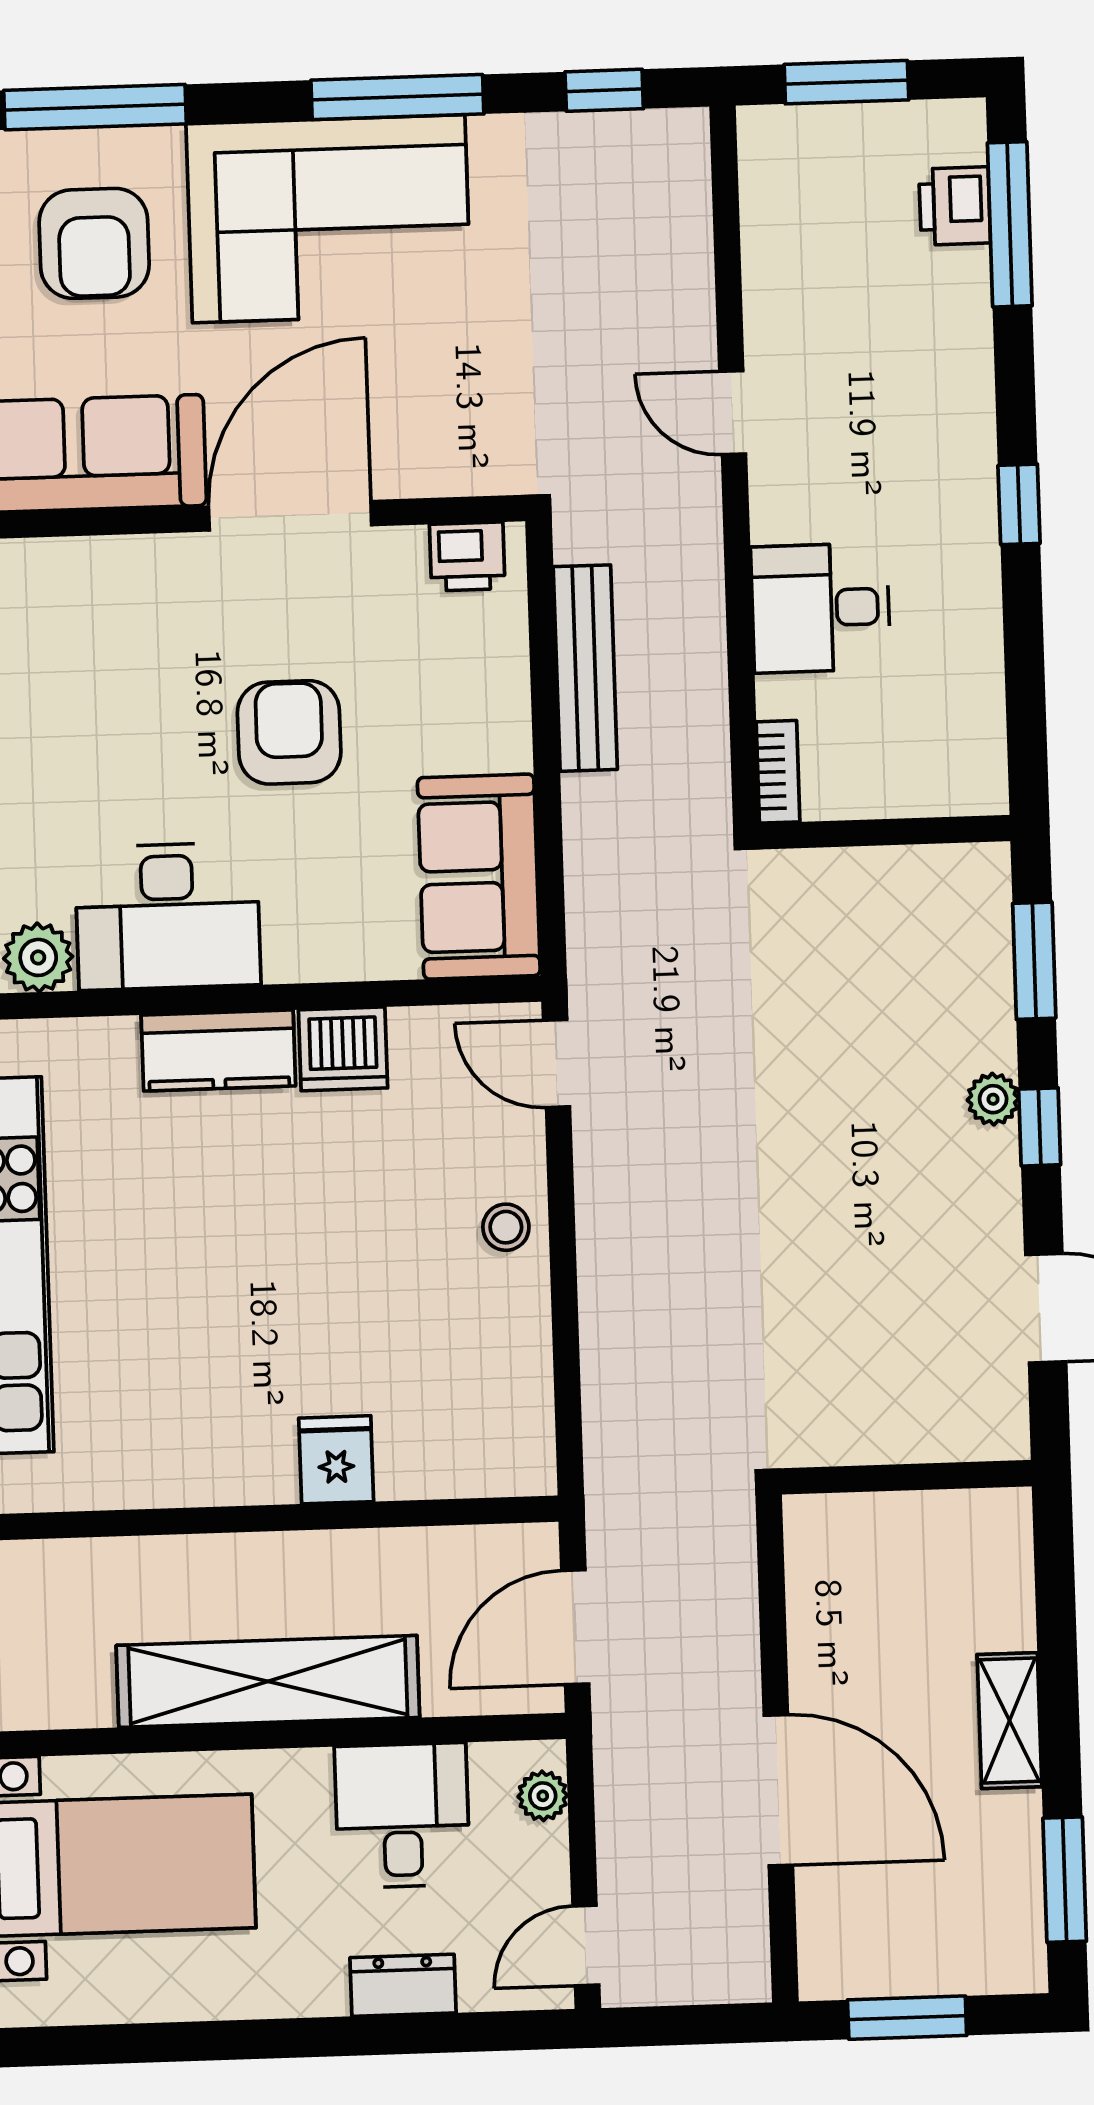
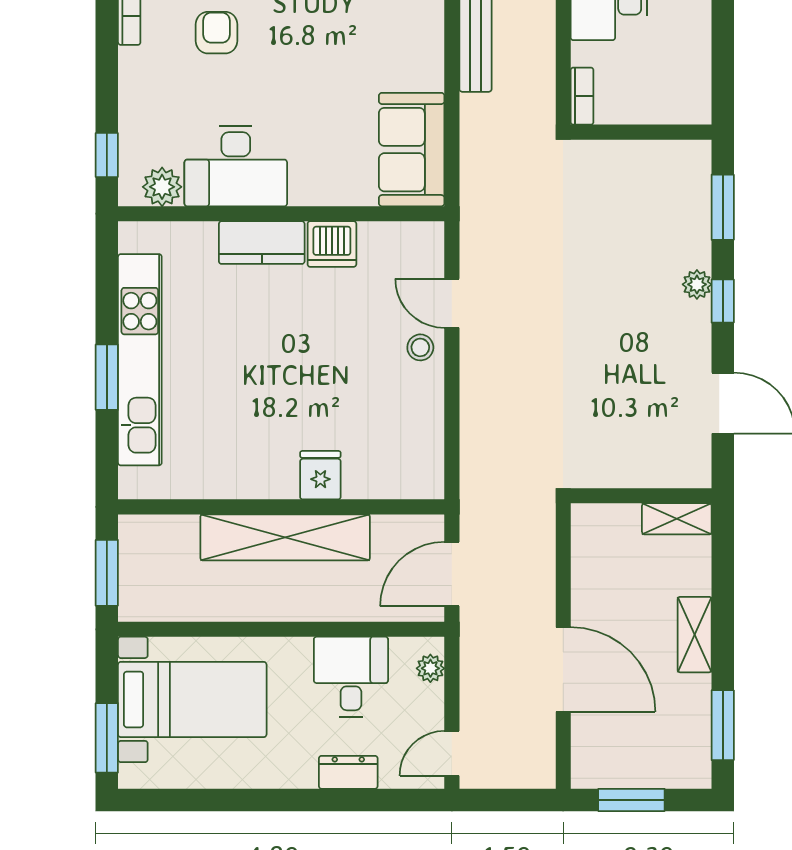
armchair: (289, 732) -> (216, 33), moved, width x0.72, depth x0.72
door: (557, 1064) -> (452, 303), moved
shelving: (971, 1516) -> (677, 519), added
shelving: (268, 1681) -> (285, 537), moved

